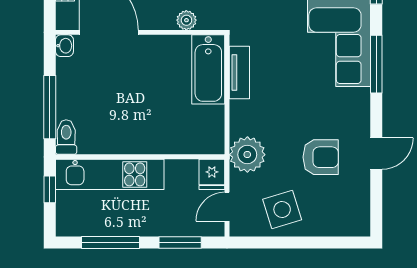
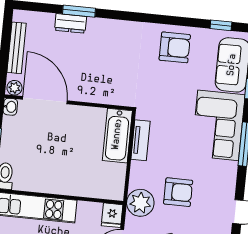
plant: (186, 20) -> (14, 88), moved
armchair: (321, 157) -> (178, 192), moved

